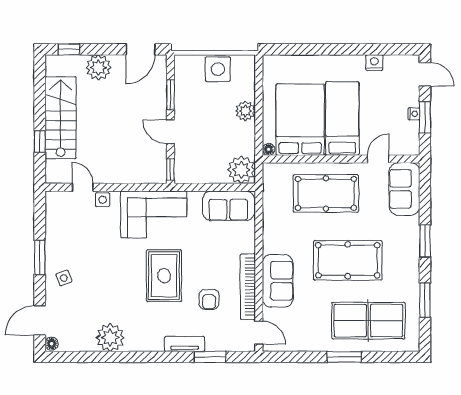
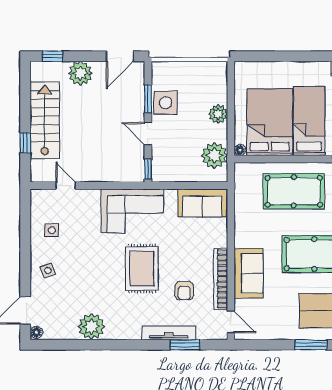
side table: (218, 69) -> (166, 103), moved
plant: (241, 170) -> (214, 156), moved
side table: (103, 200) -> (52, 230), moved
window: (40, 257) -> (25, 251), removed
tv unit: (185, 344) -> (169, 333), width x1.41

